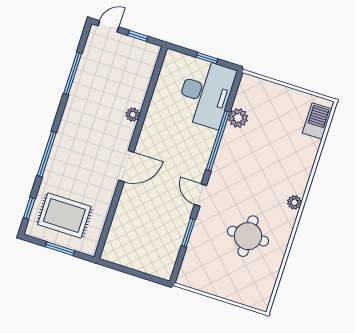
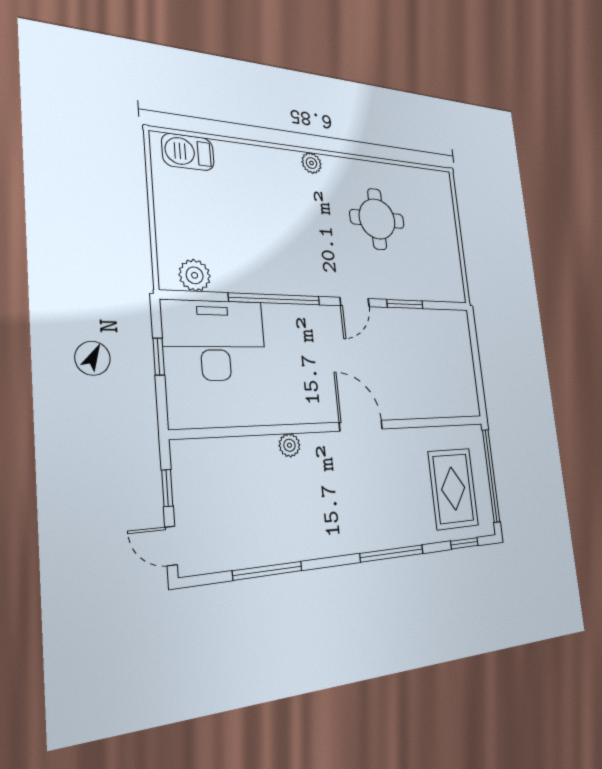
plant: (238, 118) -> (195, 275), moved
window: (60, 249) -> (491, 476), width x2.11

